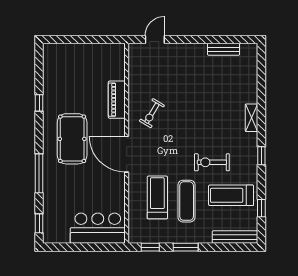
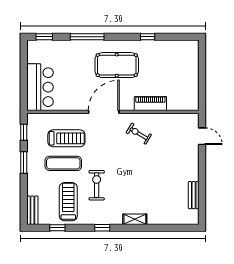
bench: (235, 237) -> (32, 210), width x0.73

